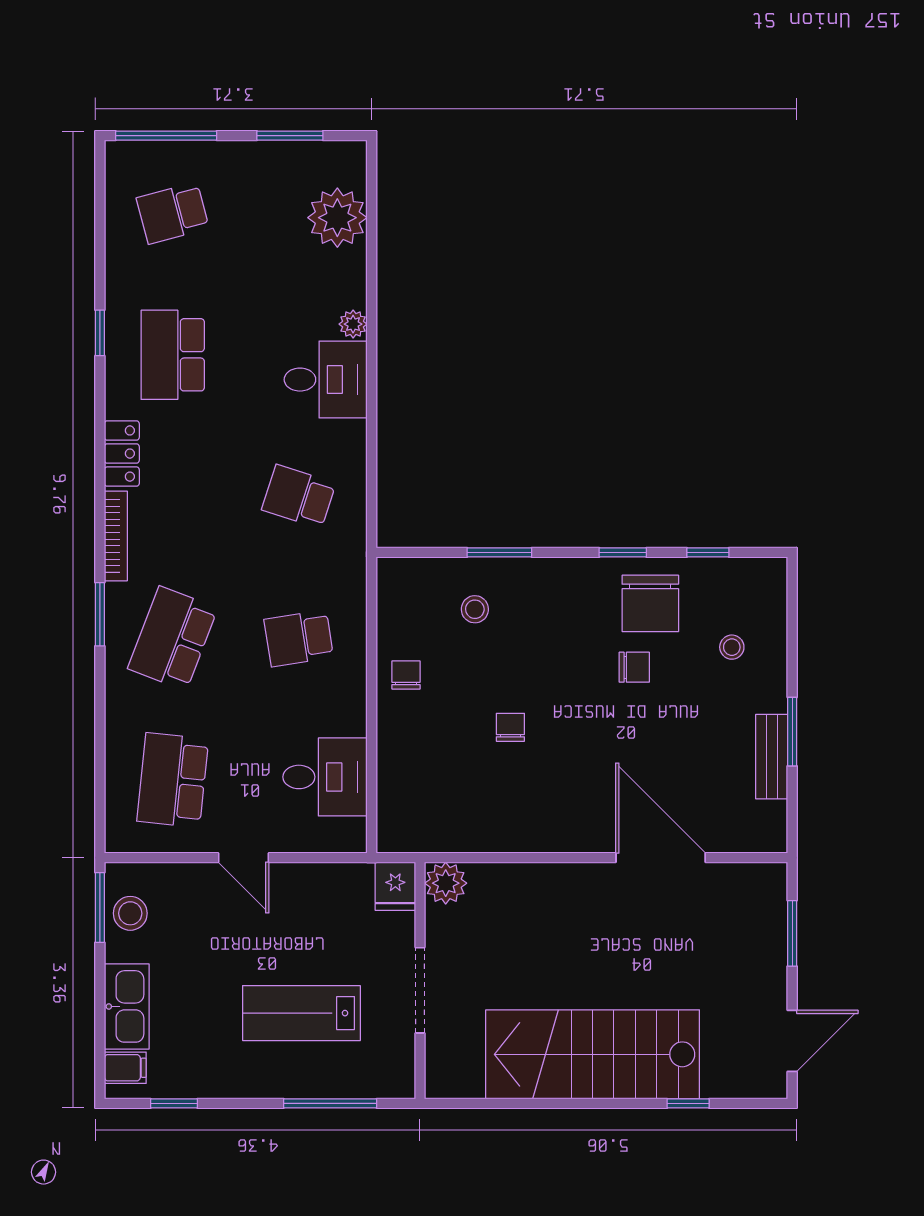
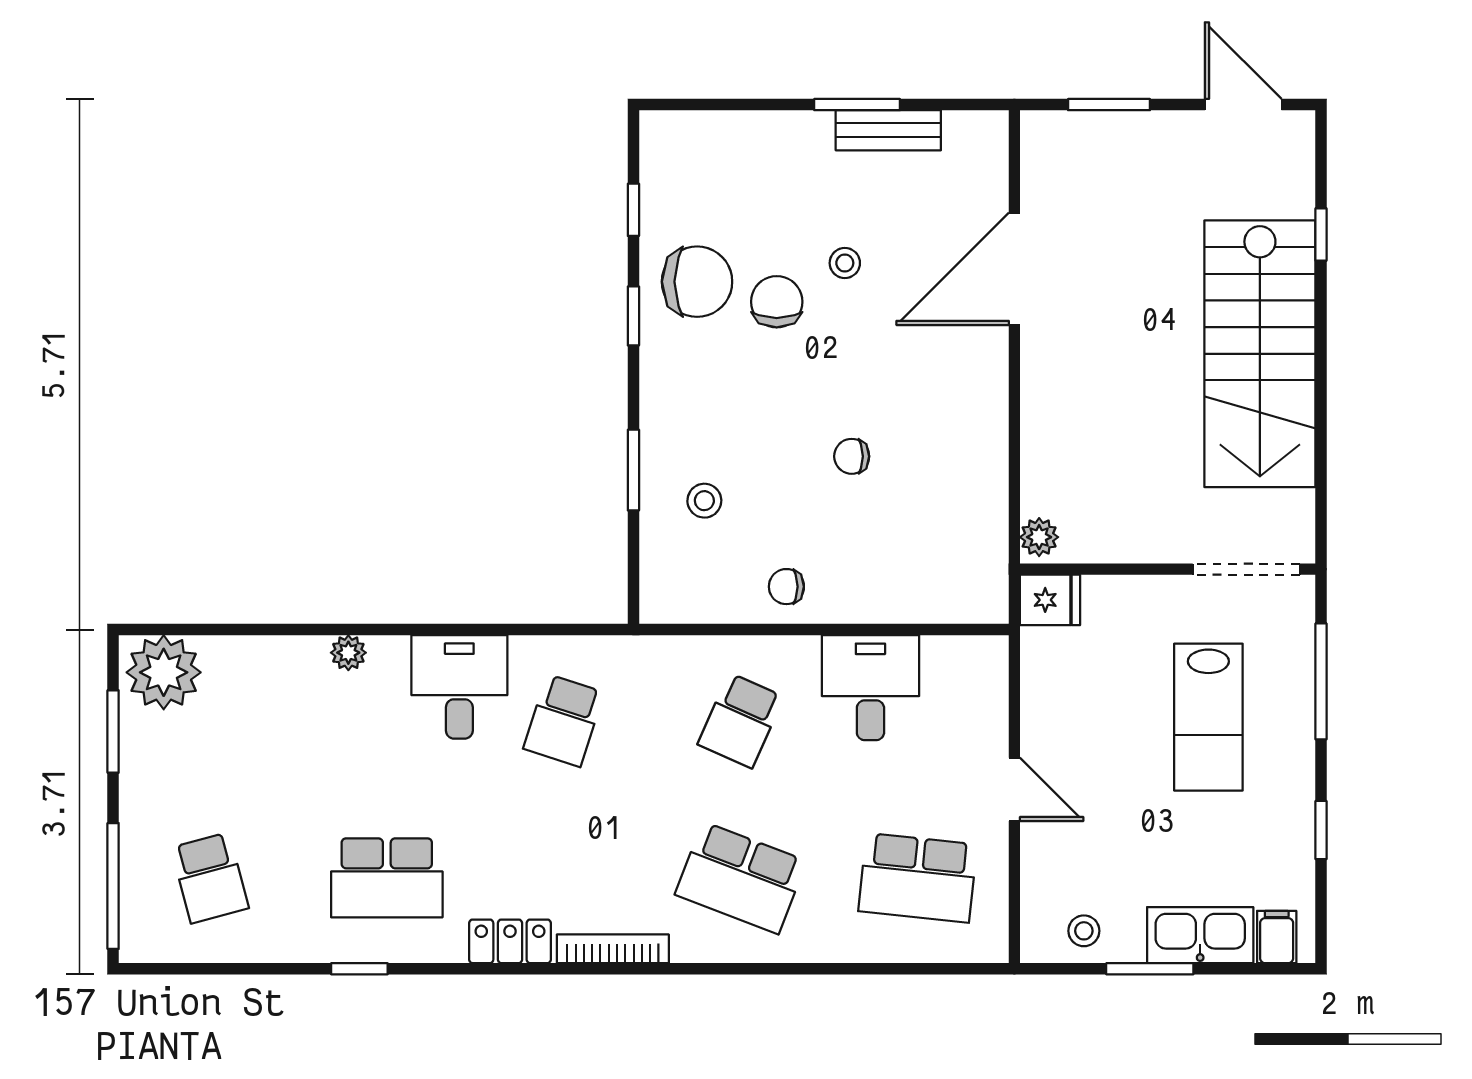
plant: (337, 218) -> (164, 672), moved
desk: (326, 380) -> (459, 687), moved
window: (100, 614) -> (711, 969), removed
school desk: (299, 638) -> (741, 720), turned 33
stool: (732, 647) -> (845, 263), moved
chair: (634, 667) -> (777, 302), width x1.37, depth x1.37
desk: (325, 777) -> (870, 688), moved
door: (244, 858) -> (1014, 789), hinge flipped
plant: (446, 883) -> (1039, 537), width x0.73, depth x0.73
window: (100, 907) -> (1150, 969), moved
stool: (130, 913) -> (1084, 931), width x0.73, depth x0.73
doorway: (420, 990) -> (1246, 569), moved
window: (174, 1103) -> (1321, 830), moved

